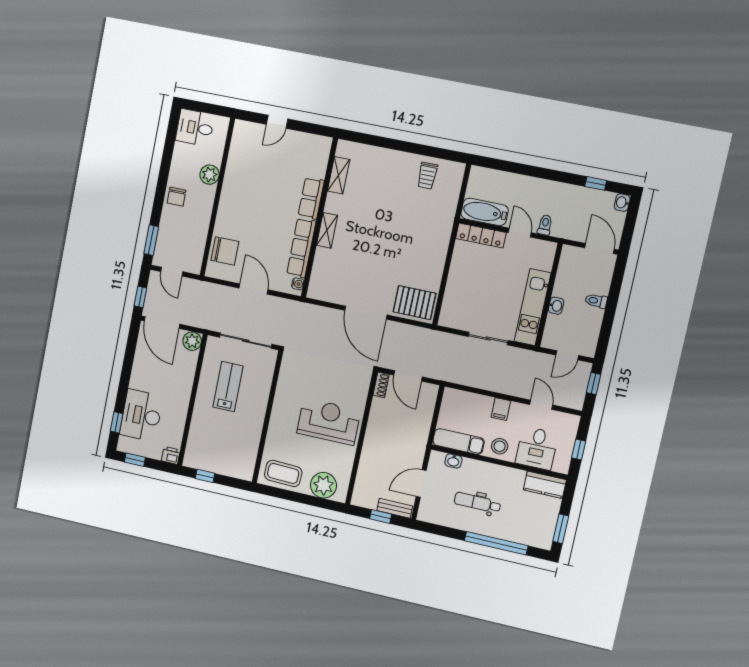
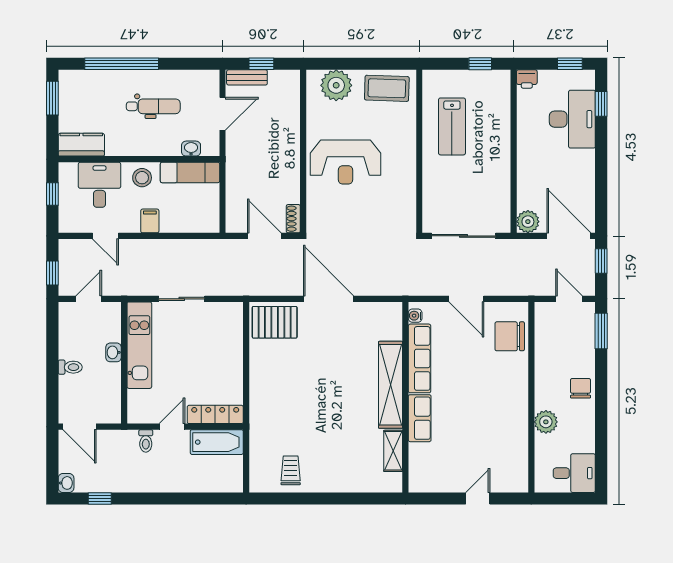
shelving: (327, 230) -> (391, 385), width x2.20, depth x1.33
door: (520, 233) -> (172, 427), swing flipped
lab bench: (228, 387) -> (452, 126), moved

